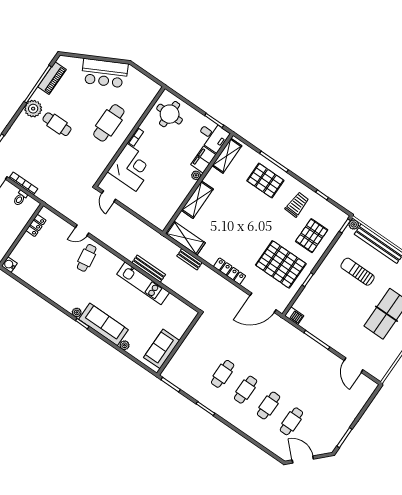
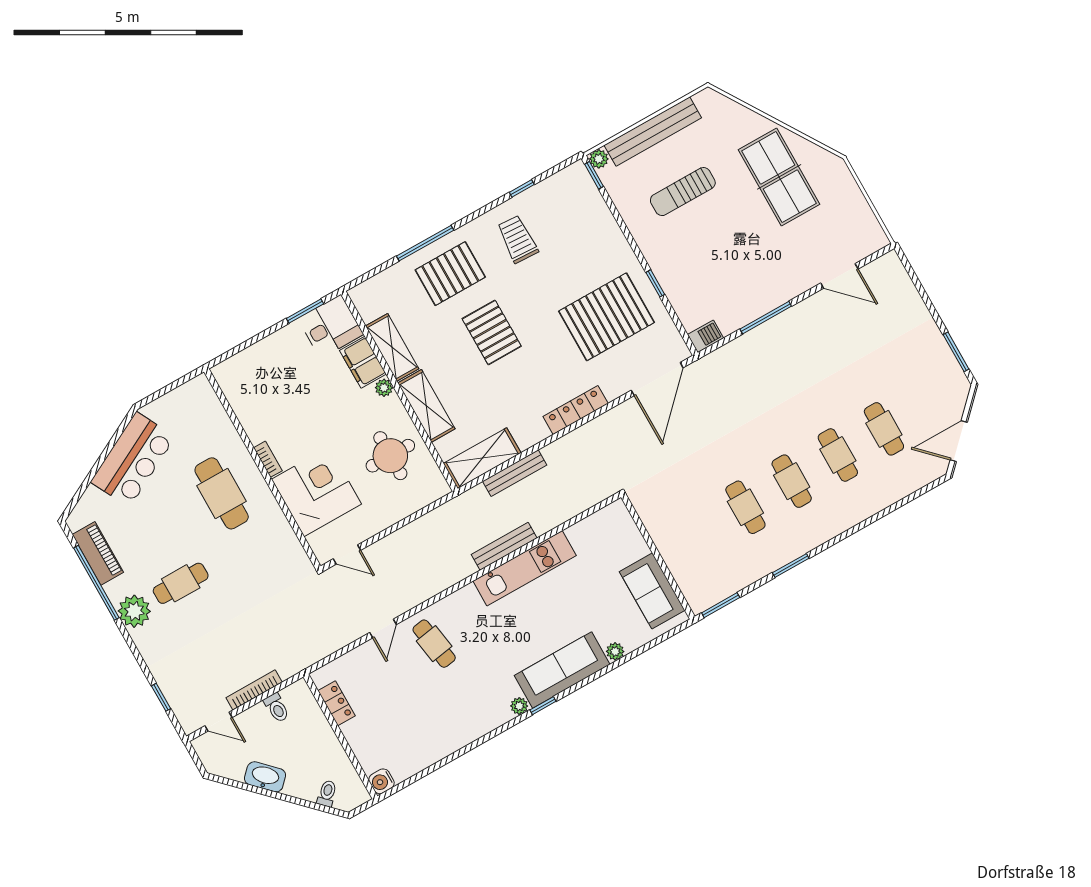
round table: (170, 114) -> (390, 456), moved
shelving: (227, 156) -> (392, 347), moved
pallet: (312, 236) -> (492, 332), moved
bench: (189, 259) -> (515, 473), width x1.36

